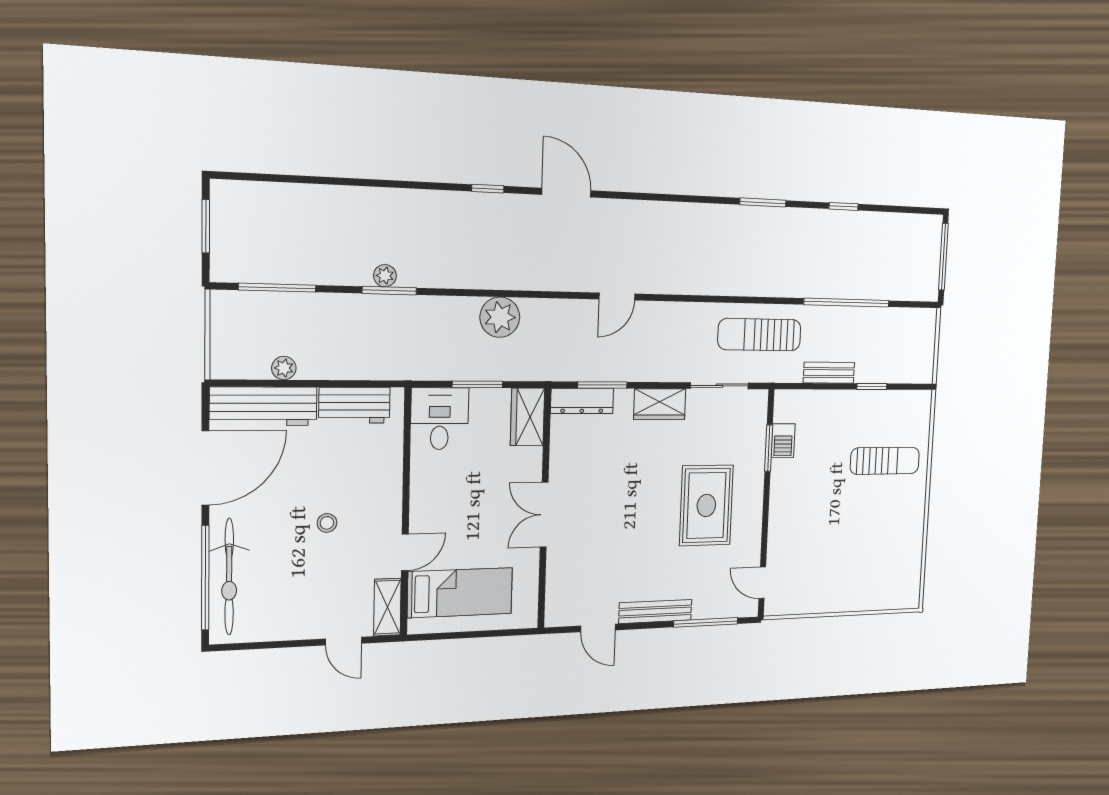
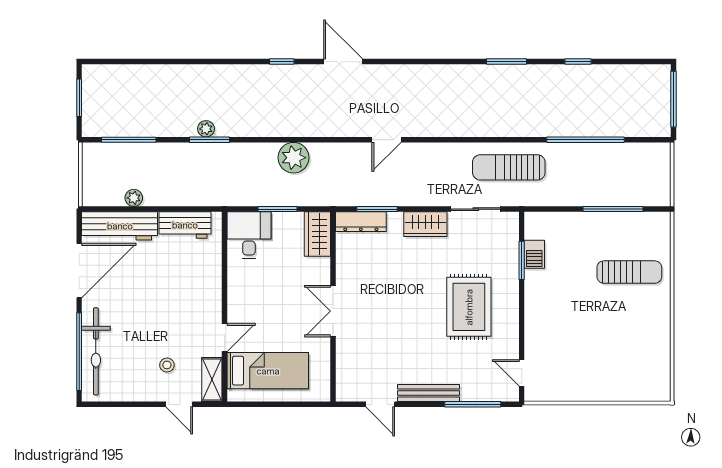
bench: (829, 373) -> (573, 198), removed
window: (872, 386) -> (613, 209), width x2.17
stool: (327, 523) -> (167, 365), moved

